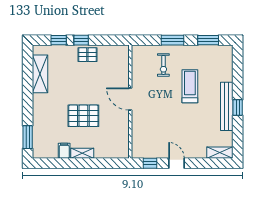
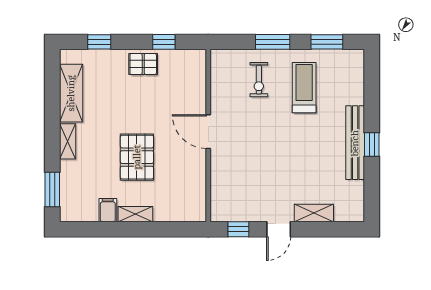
window: (81, 40) -> (164, 42), moved
treadmill: (190, 86) -> (304, 88), moved
shelving: (38, 106) -> (68, 141), added
pallet: (83, 116) -> (137, 157), turned 90
shelving: (220, 153) -> (314, 213), moved
door: (176, 163) -> (279, 229), swing flipped

